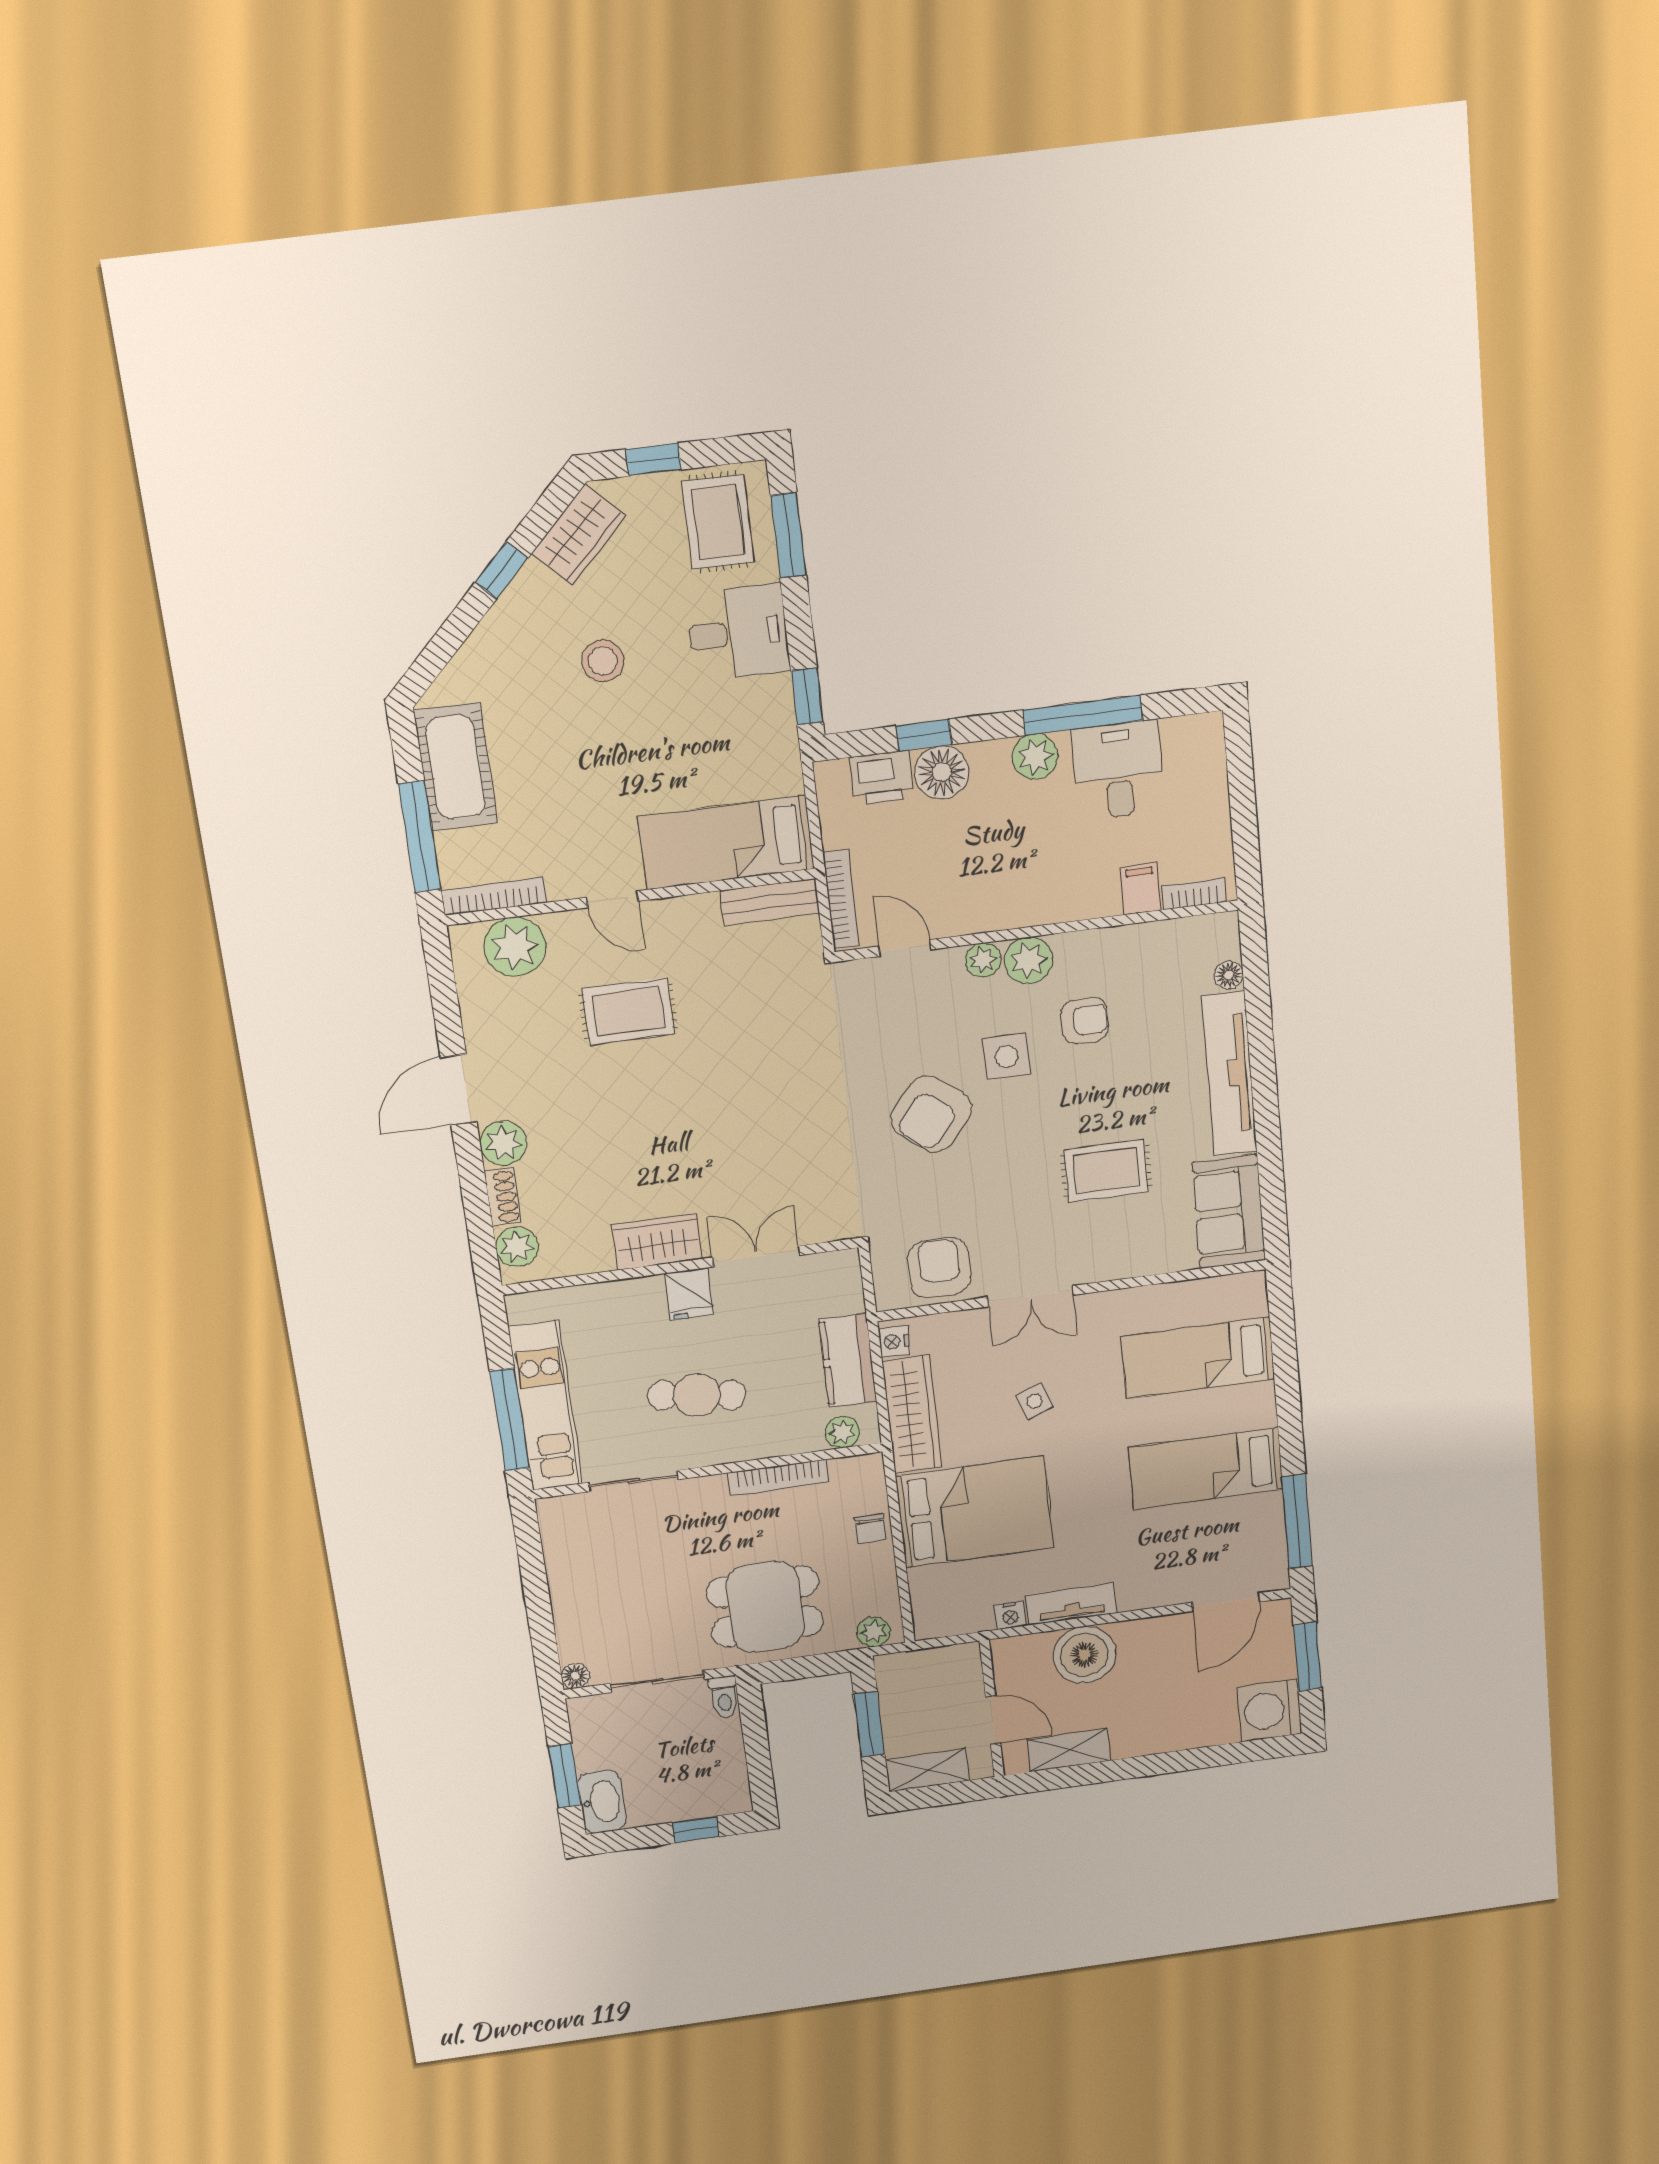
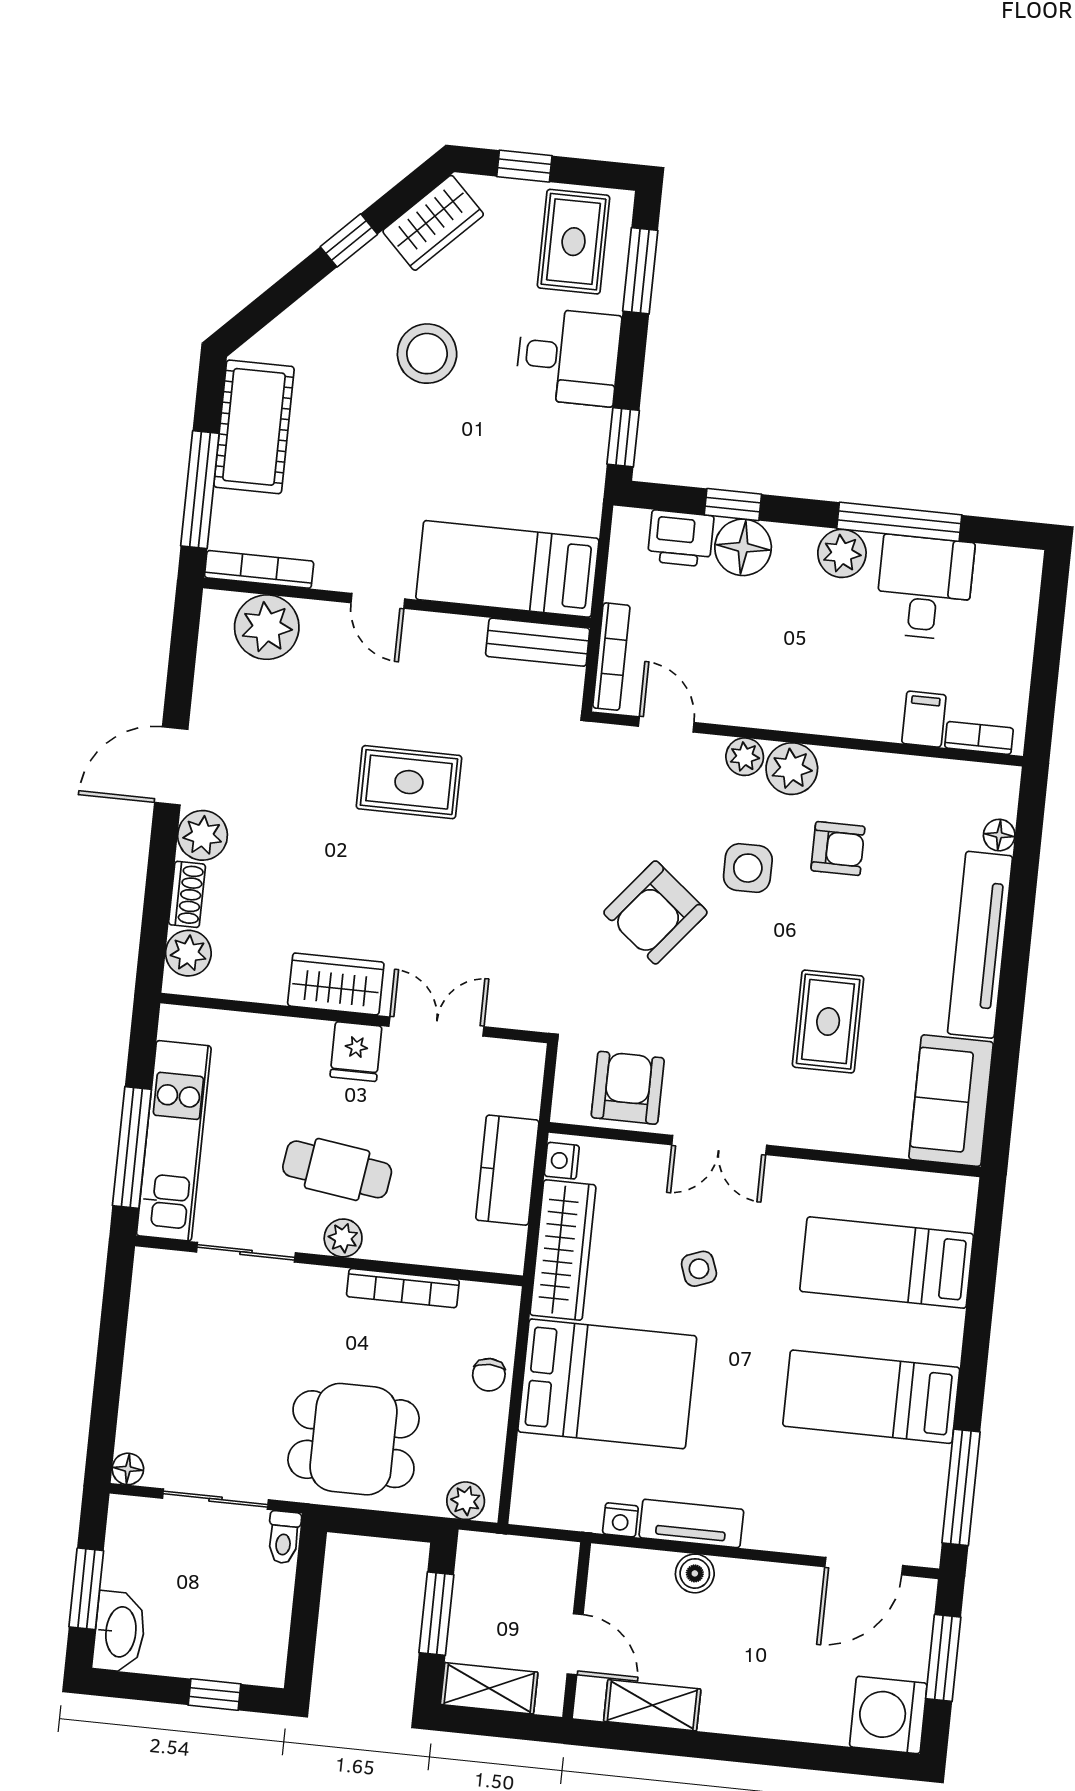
stool: (603, 661) -> (427, 354), width x1.38, depth x1.38
rug: (628, 1011) -> (409, 782), moved
rug: (1106, 1171) -> (828, 1022), turned 90
plant: (842, 1432) -> (343, 1238), moved
boiler: (1084, 1655) -> (695, 1573), width x0.54, depth x0.54

